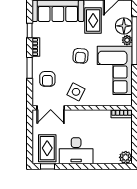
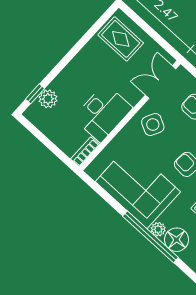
desk: (76, 151) -> (103, 113), moved, turned 180
plant: (126, 157) -> (48, 99), moved
window: (47, 166) -> (35, 94), moved

